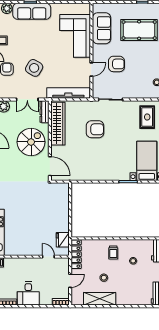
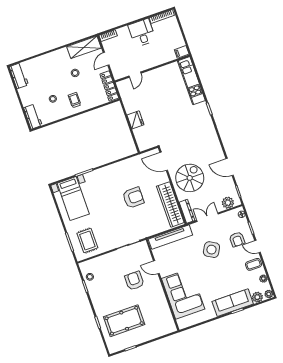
sofa: (102, 28) -> (160, 310), removed
armchair: (116, 64) -> (134, 281), turned 90
door: (91, 69) -> (156, 267), hinge flipped
armchair: (95, 129) -> (133, 198), moved, turned 180
spiral stairs: (31, 142) -> (190, 178), turned 180
fridge: (63, 240) -> (135, 120), moved
door: (48, 257) -> (135, 75), hinge flipped
shelving: (100, 299) -> (84, 47), moved

